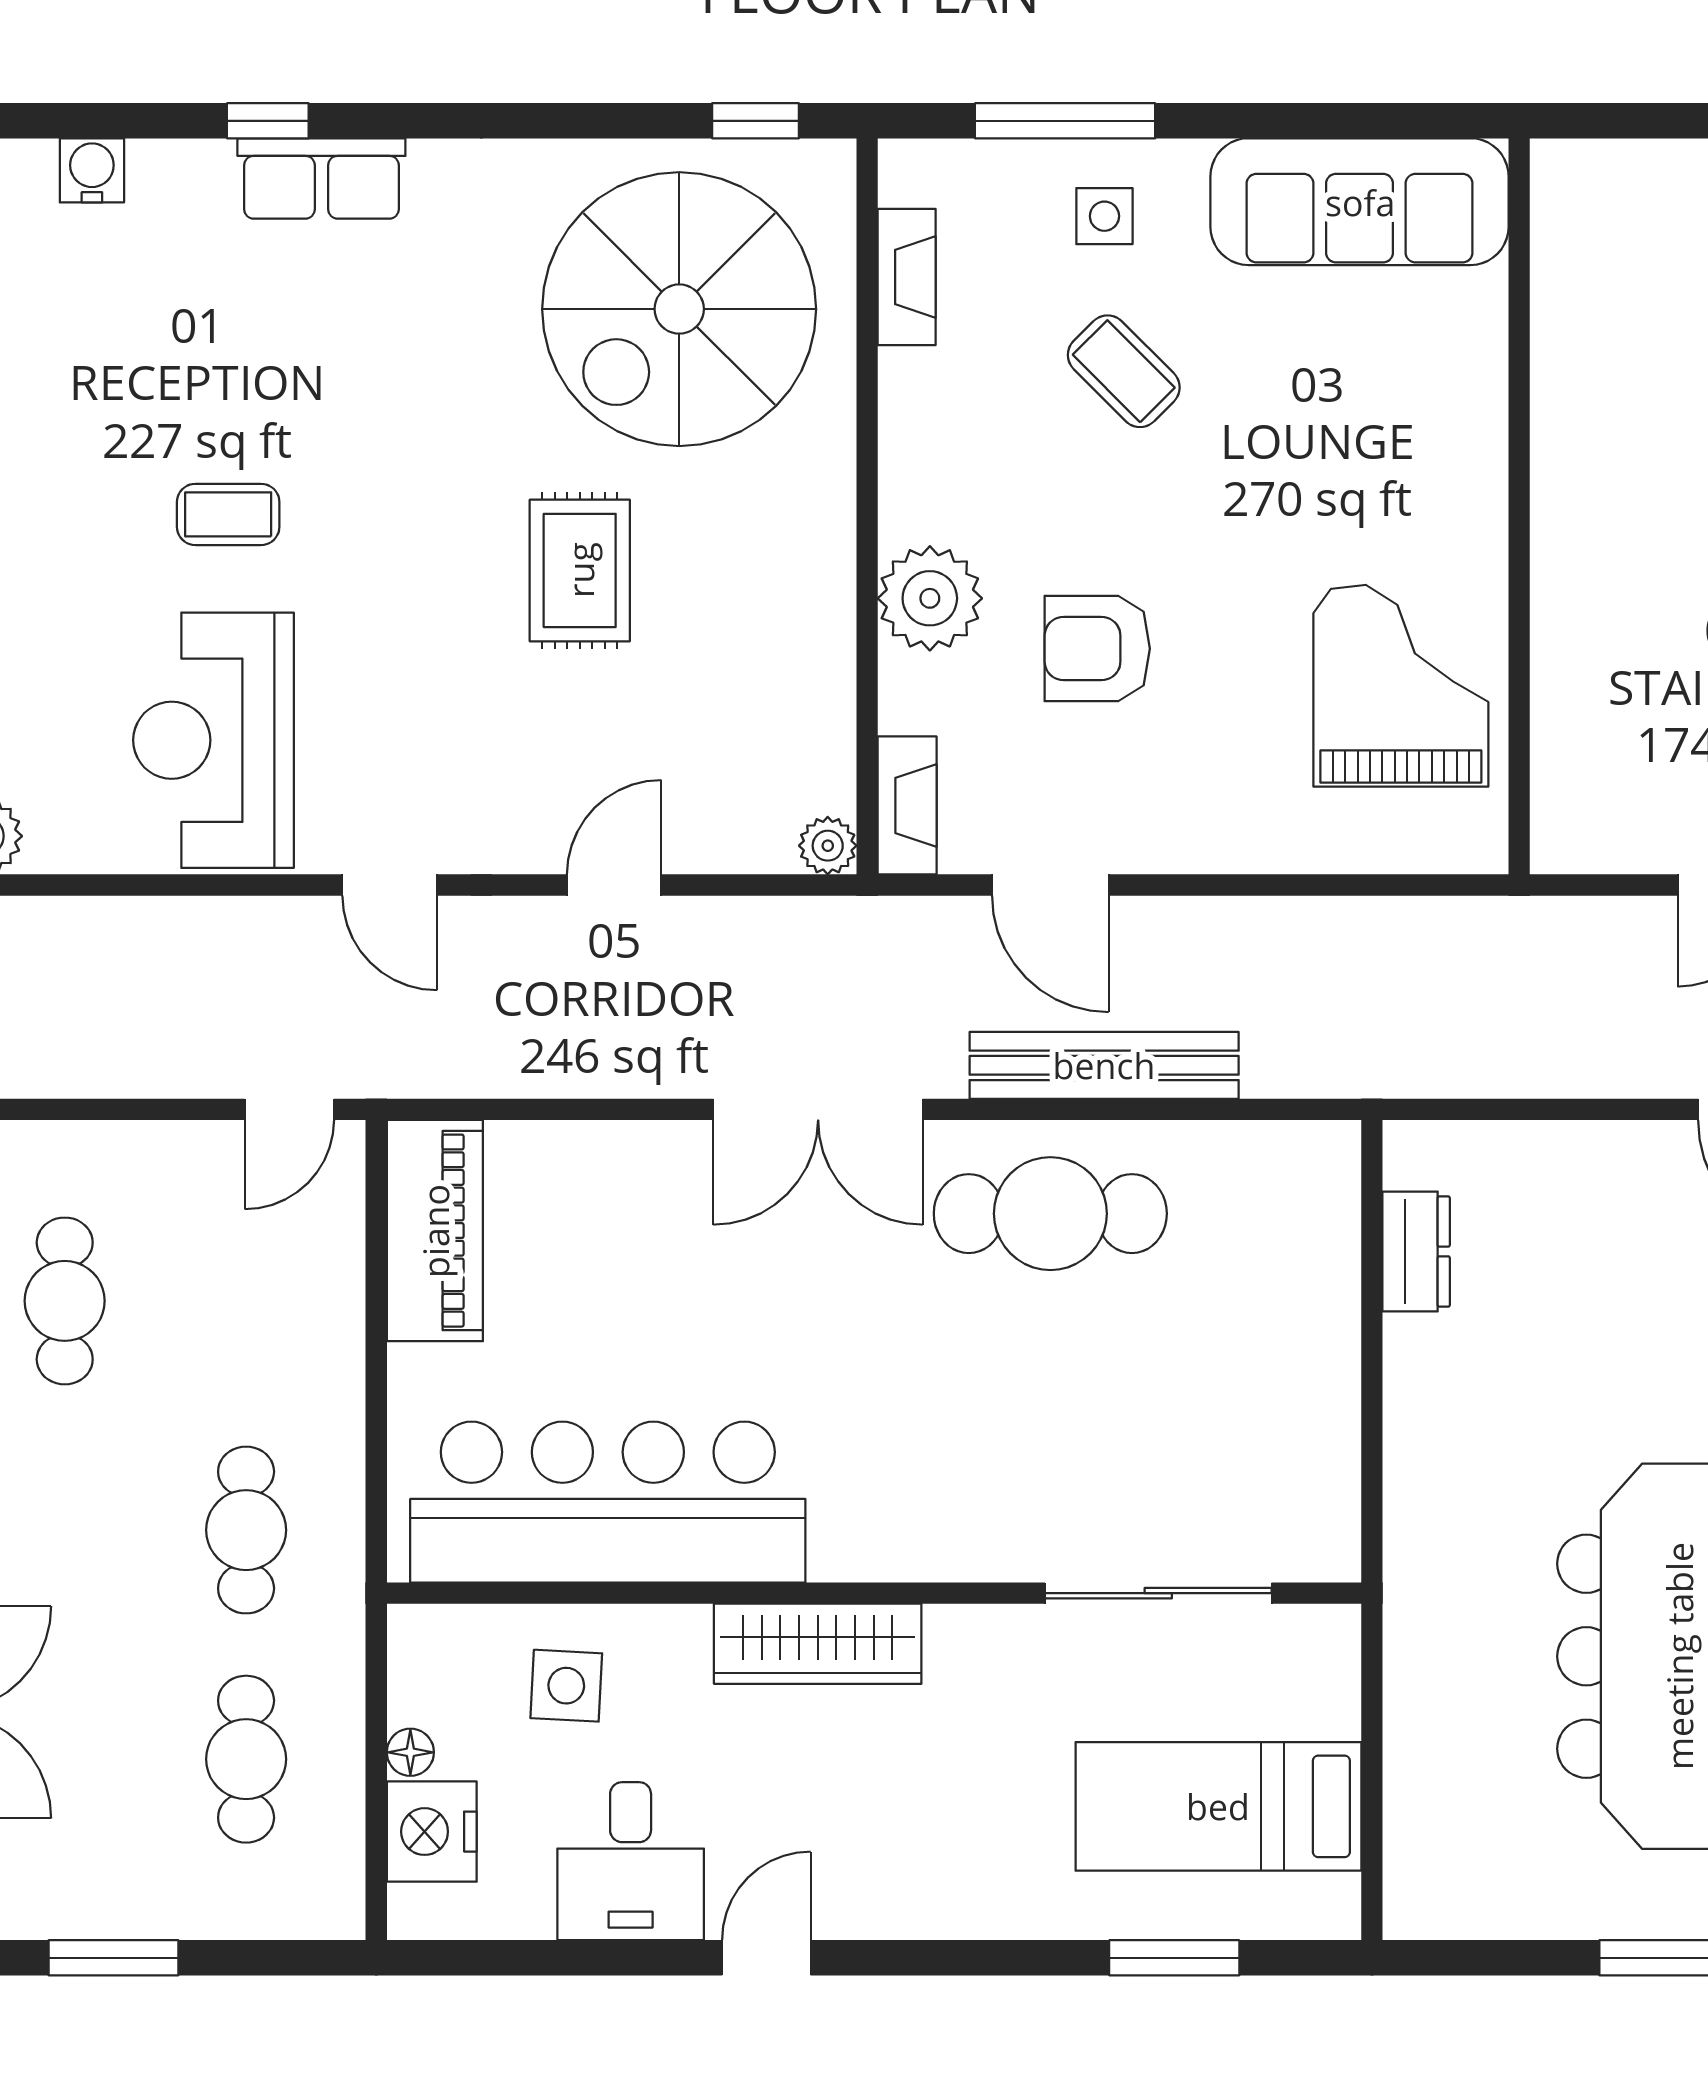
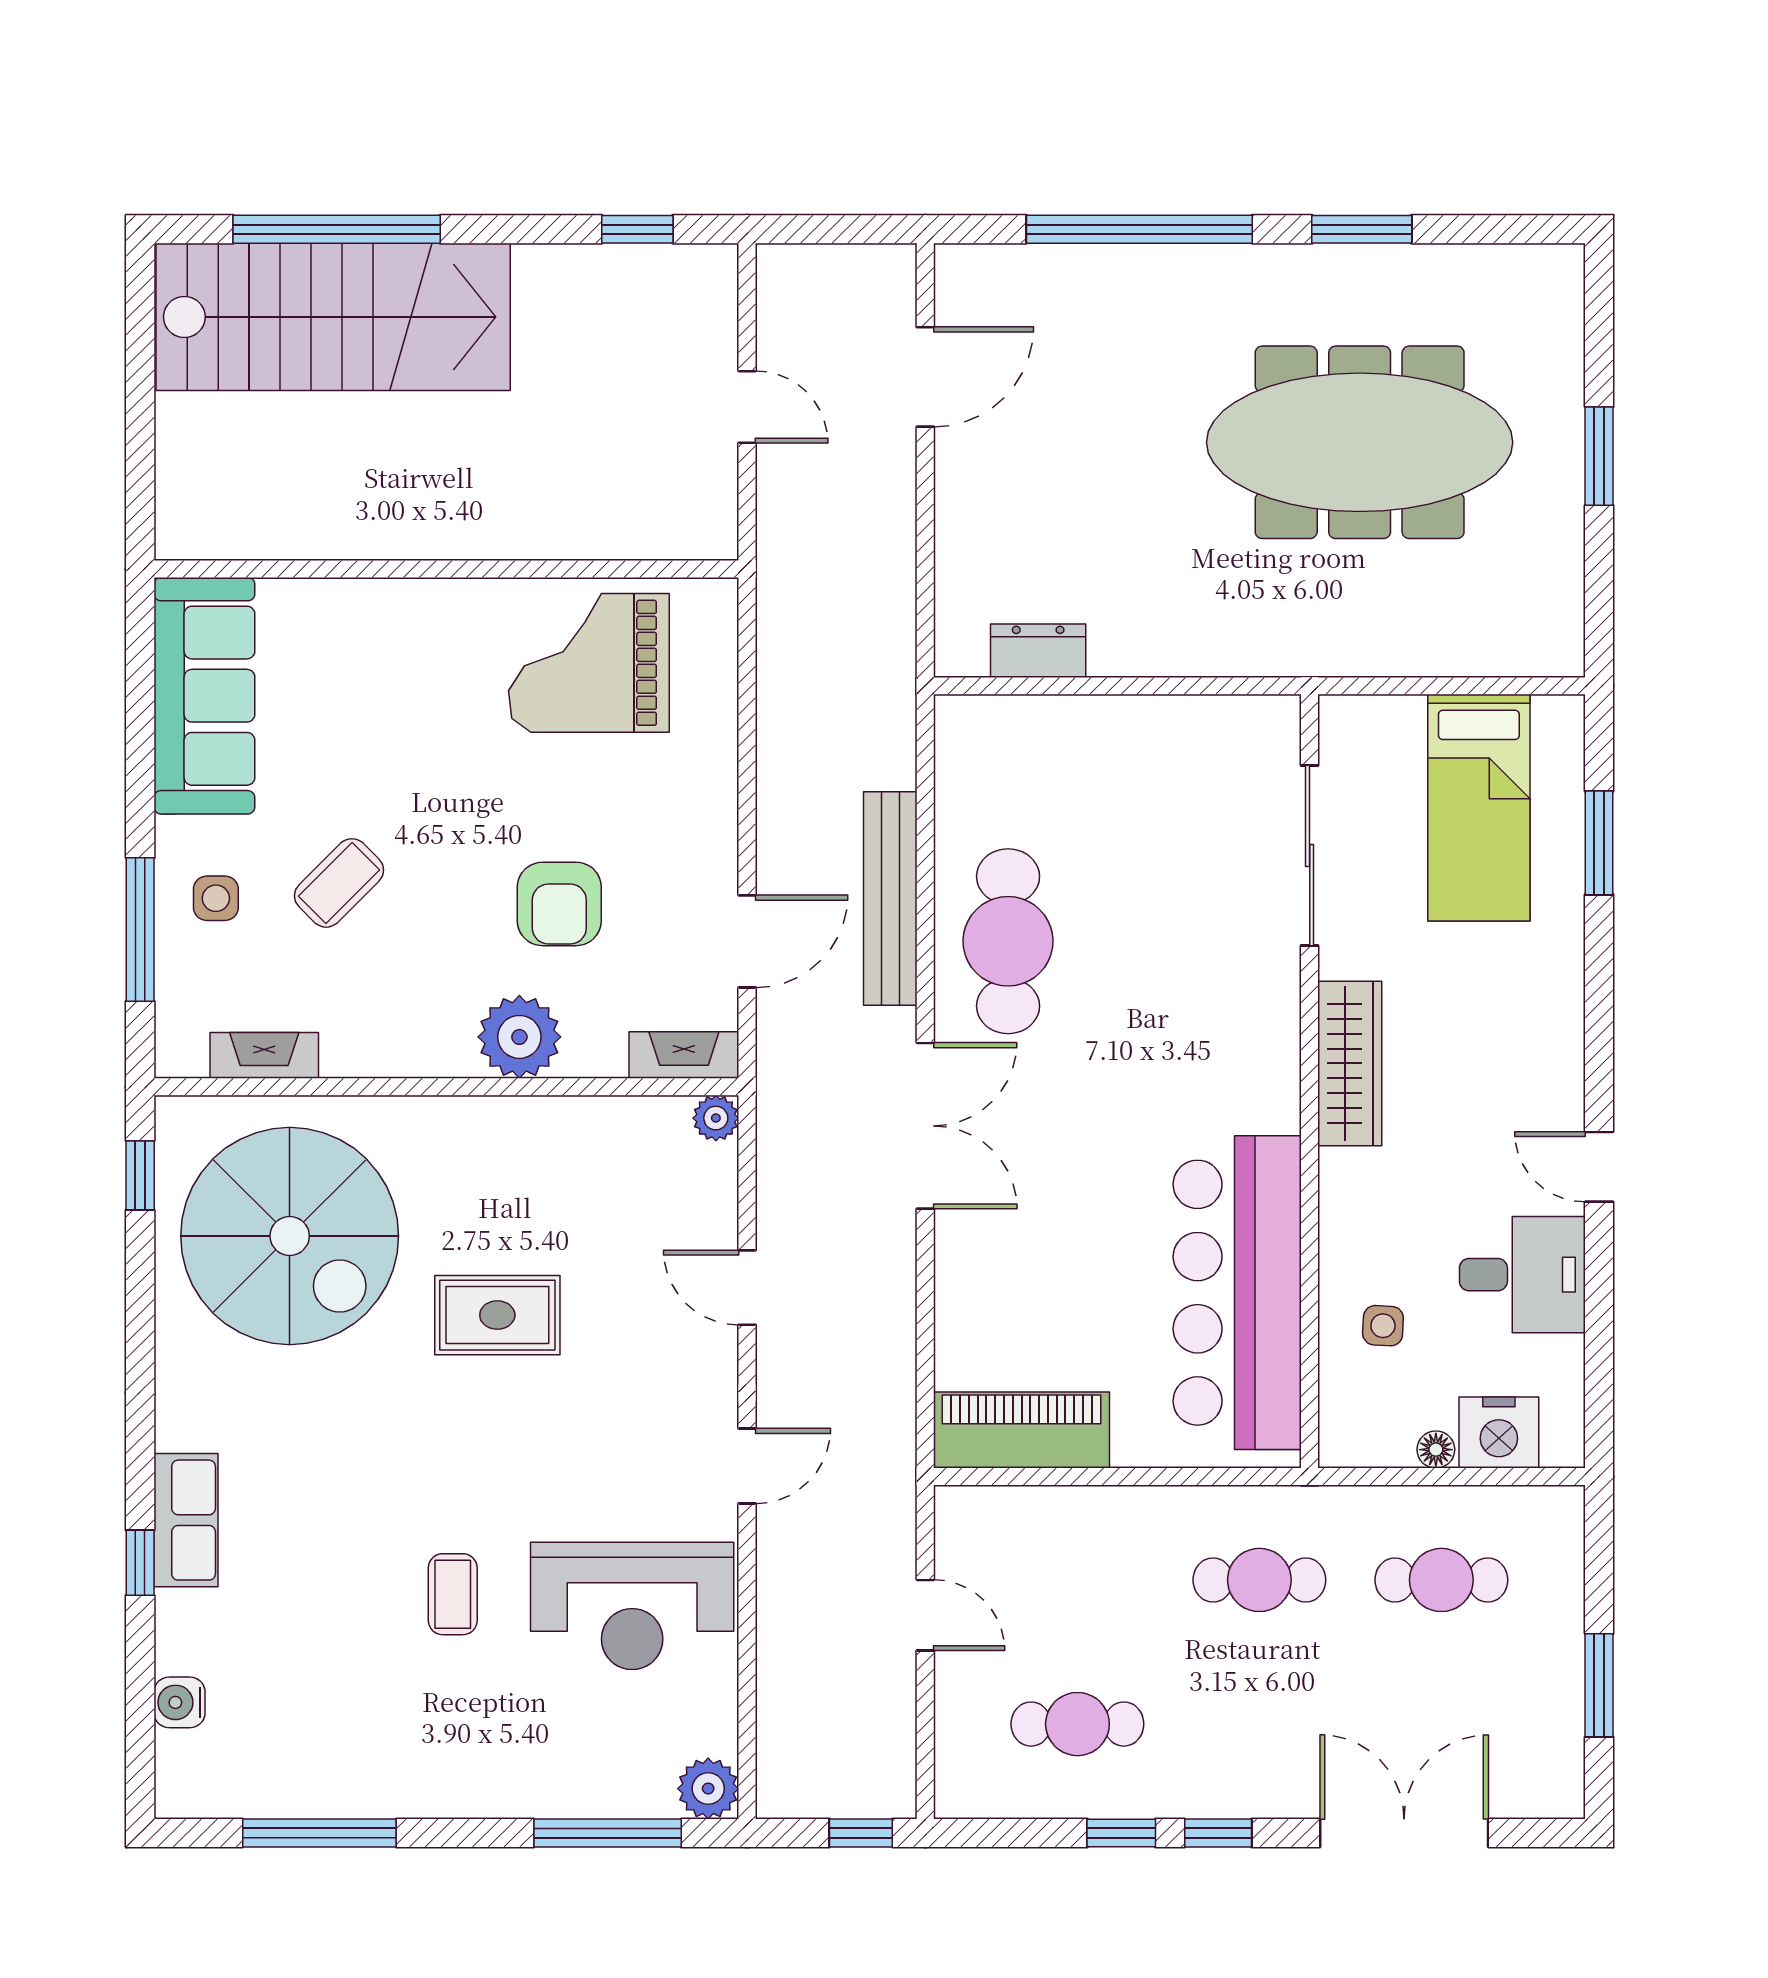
door: (289, 1109) -> (925, 1615), moved
wardrobe: (818, 1644) -> (1350, 1063), moved
side table: (566, 1686) -> (1383, 1326), width x0.73, depth x0.73

